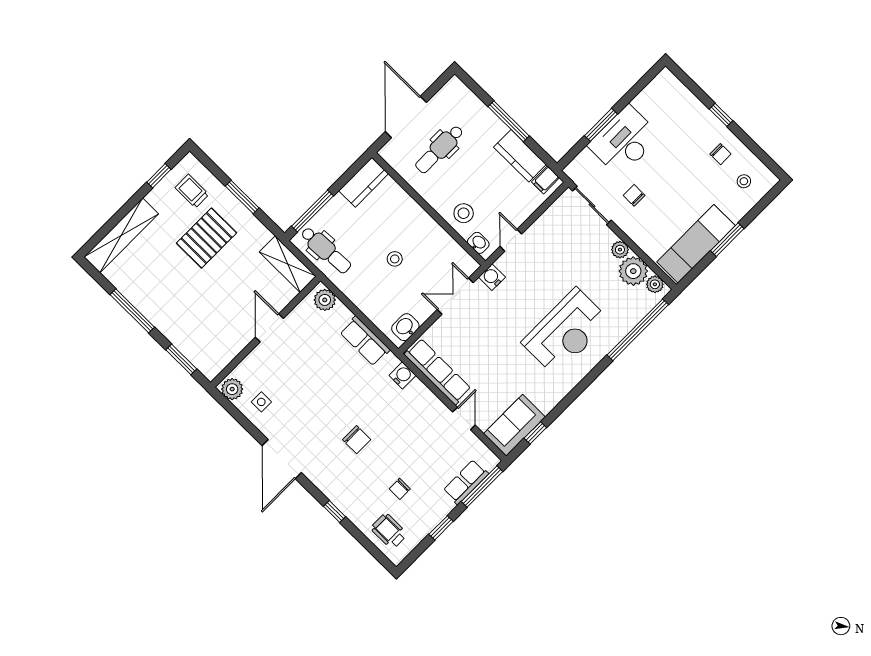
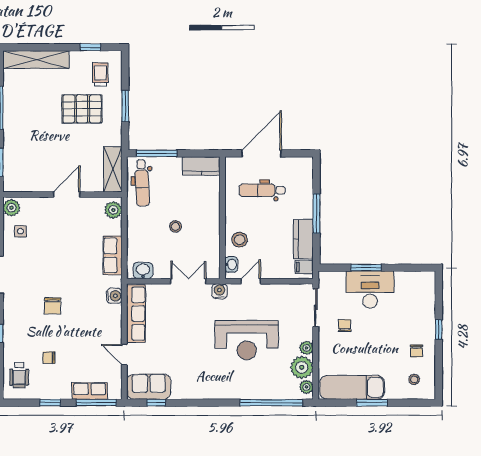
reception desk: (566, 332) -> (247, 340), moved
door: (464, 419) -> (124, 355), swing flipped
wheelchair: (389, 531) -> (19, 375), turned 180

